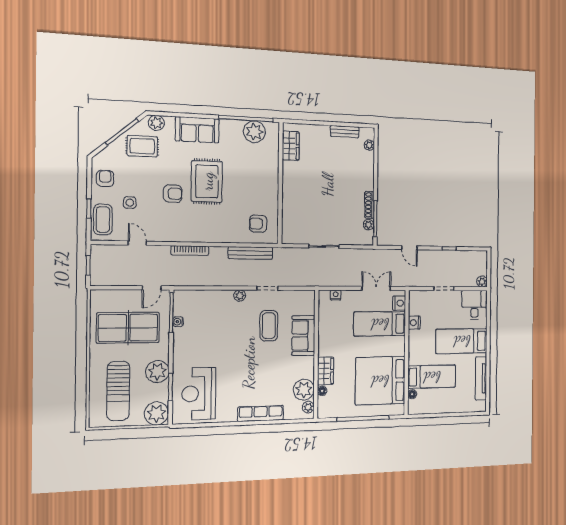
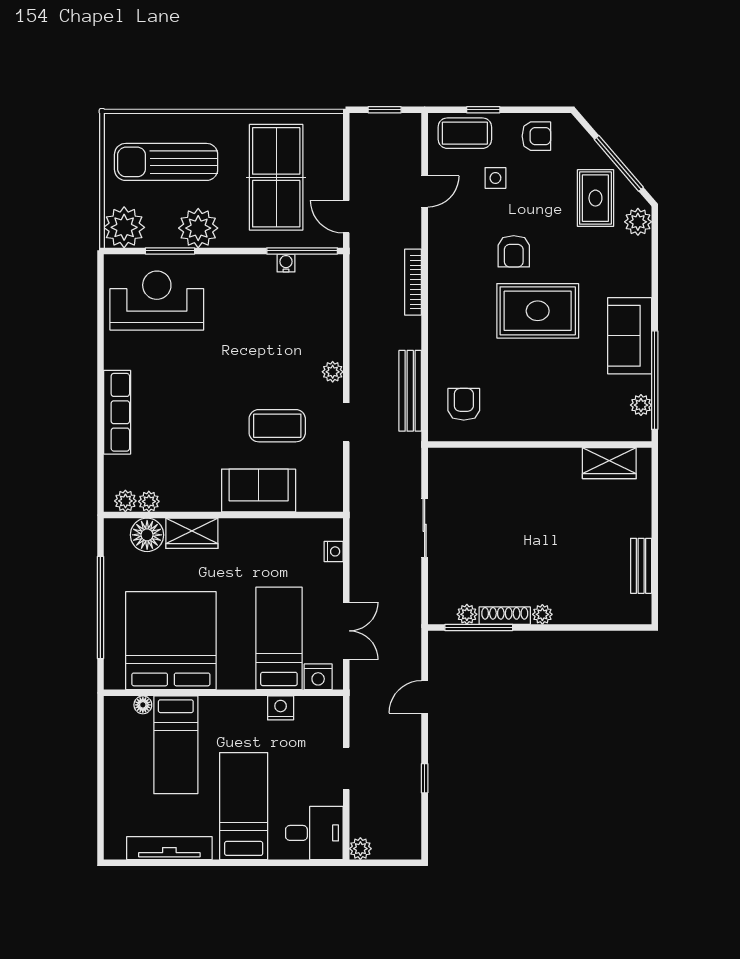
sofa: (197, 130) -> (630, 336), moved
plant: (254, 132) -> (641, 405), width x0.53, depth x0.53
plant: (369, 145) -> (542, 614), moved
plant: (304, 390) -> (149, 501), width x0.53, depth x0.53
floor lamp: (322, 391) -> (147, 535), width x1.89, depth x1.89

